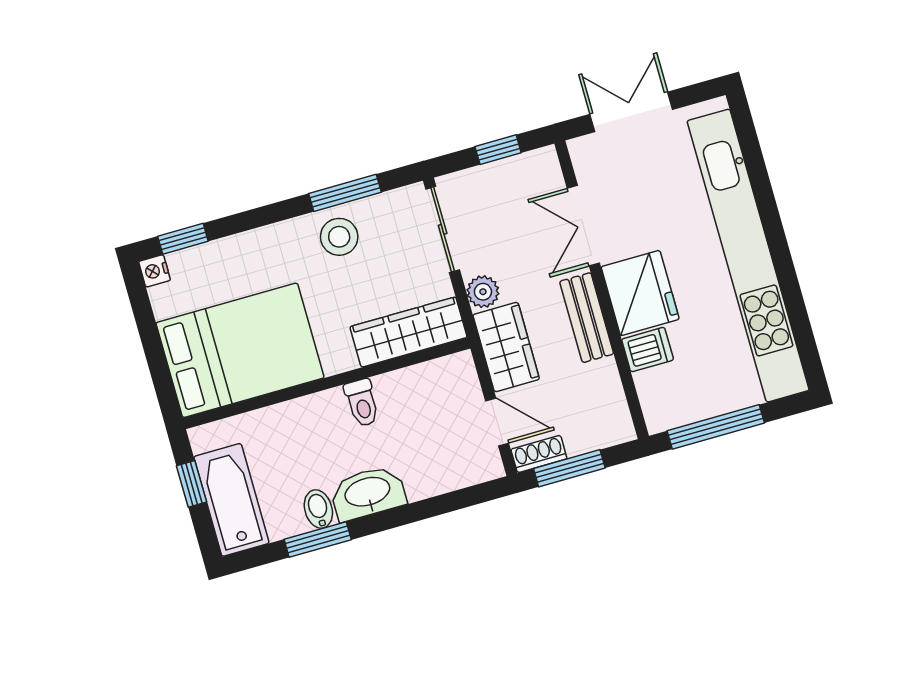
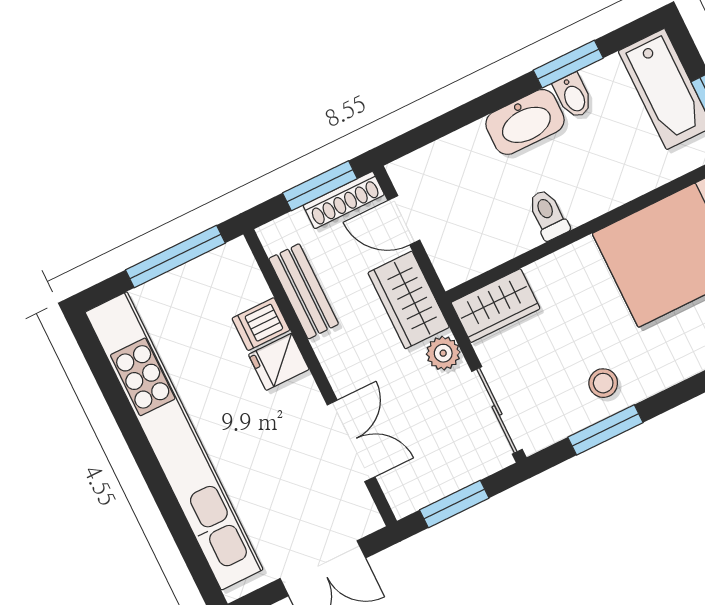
window: (498, 150) -> (454, 504), width x1.50
stool: (339, 237) -> (603, 383), width x0.73, depth x0.73
fridge: (640, 293) -> (279, 362), width x0.53, depth x0.75
bench: (587, 318) -> (304, 291), moved
wardrobe: (409, 332) -> (496, 306), width x0.67
shoe rack: (539, 454) -> (344, 200), width x1.43

